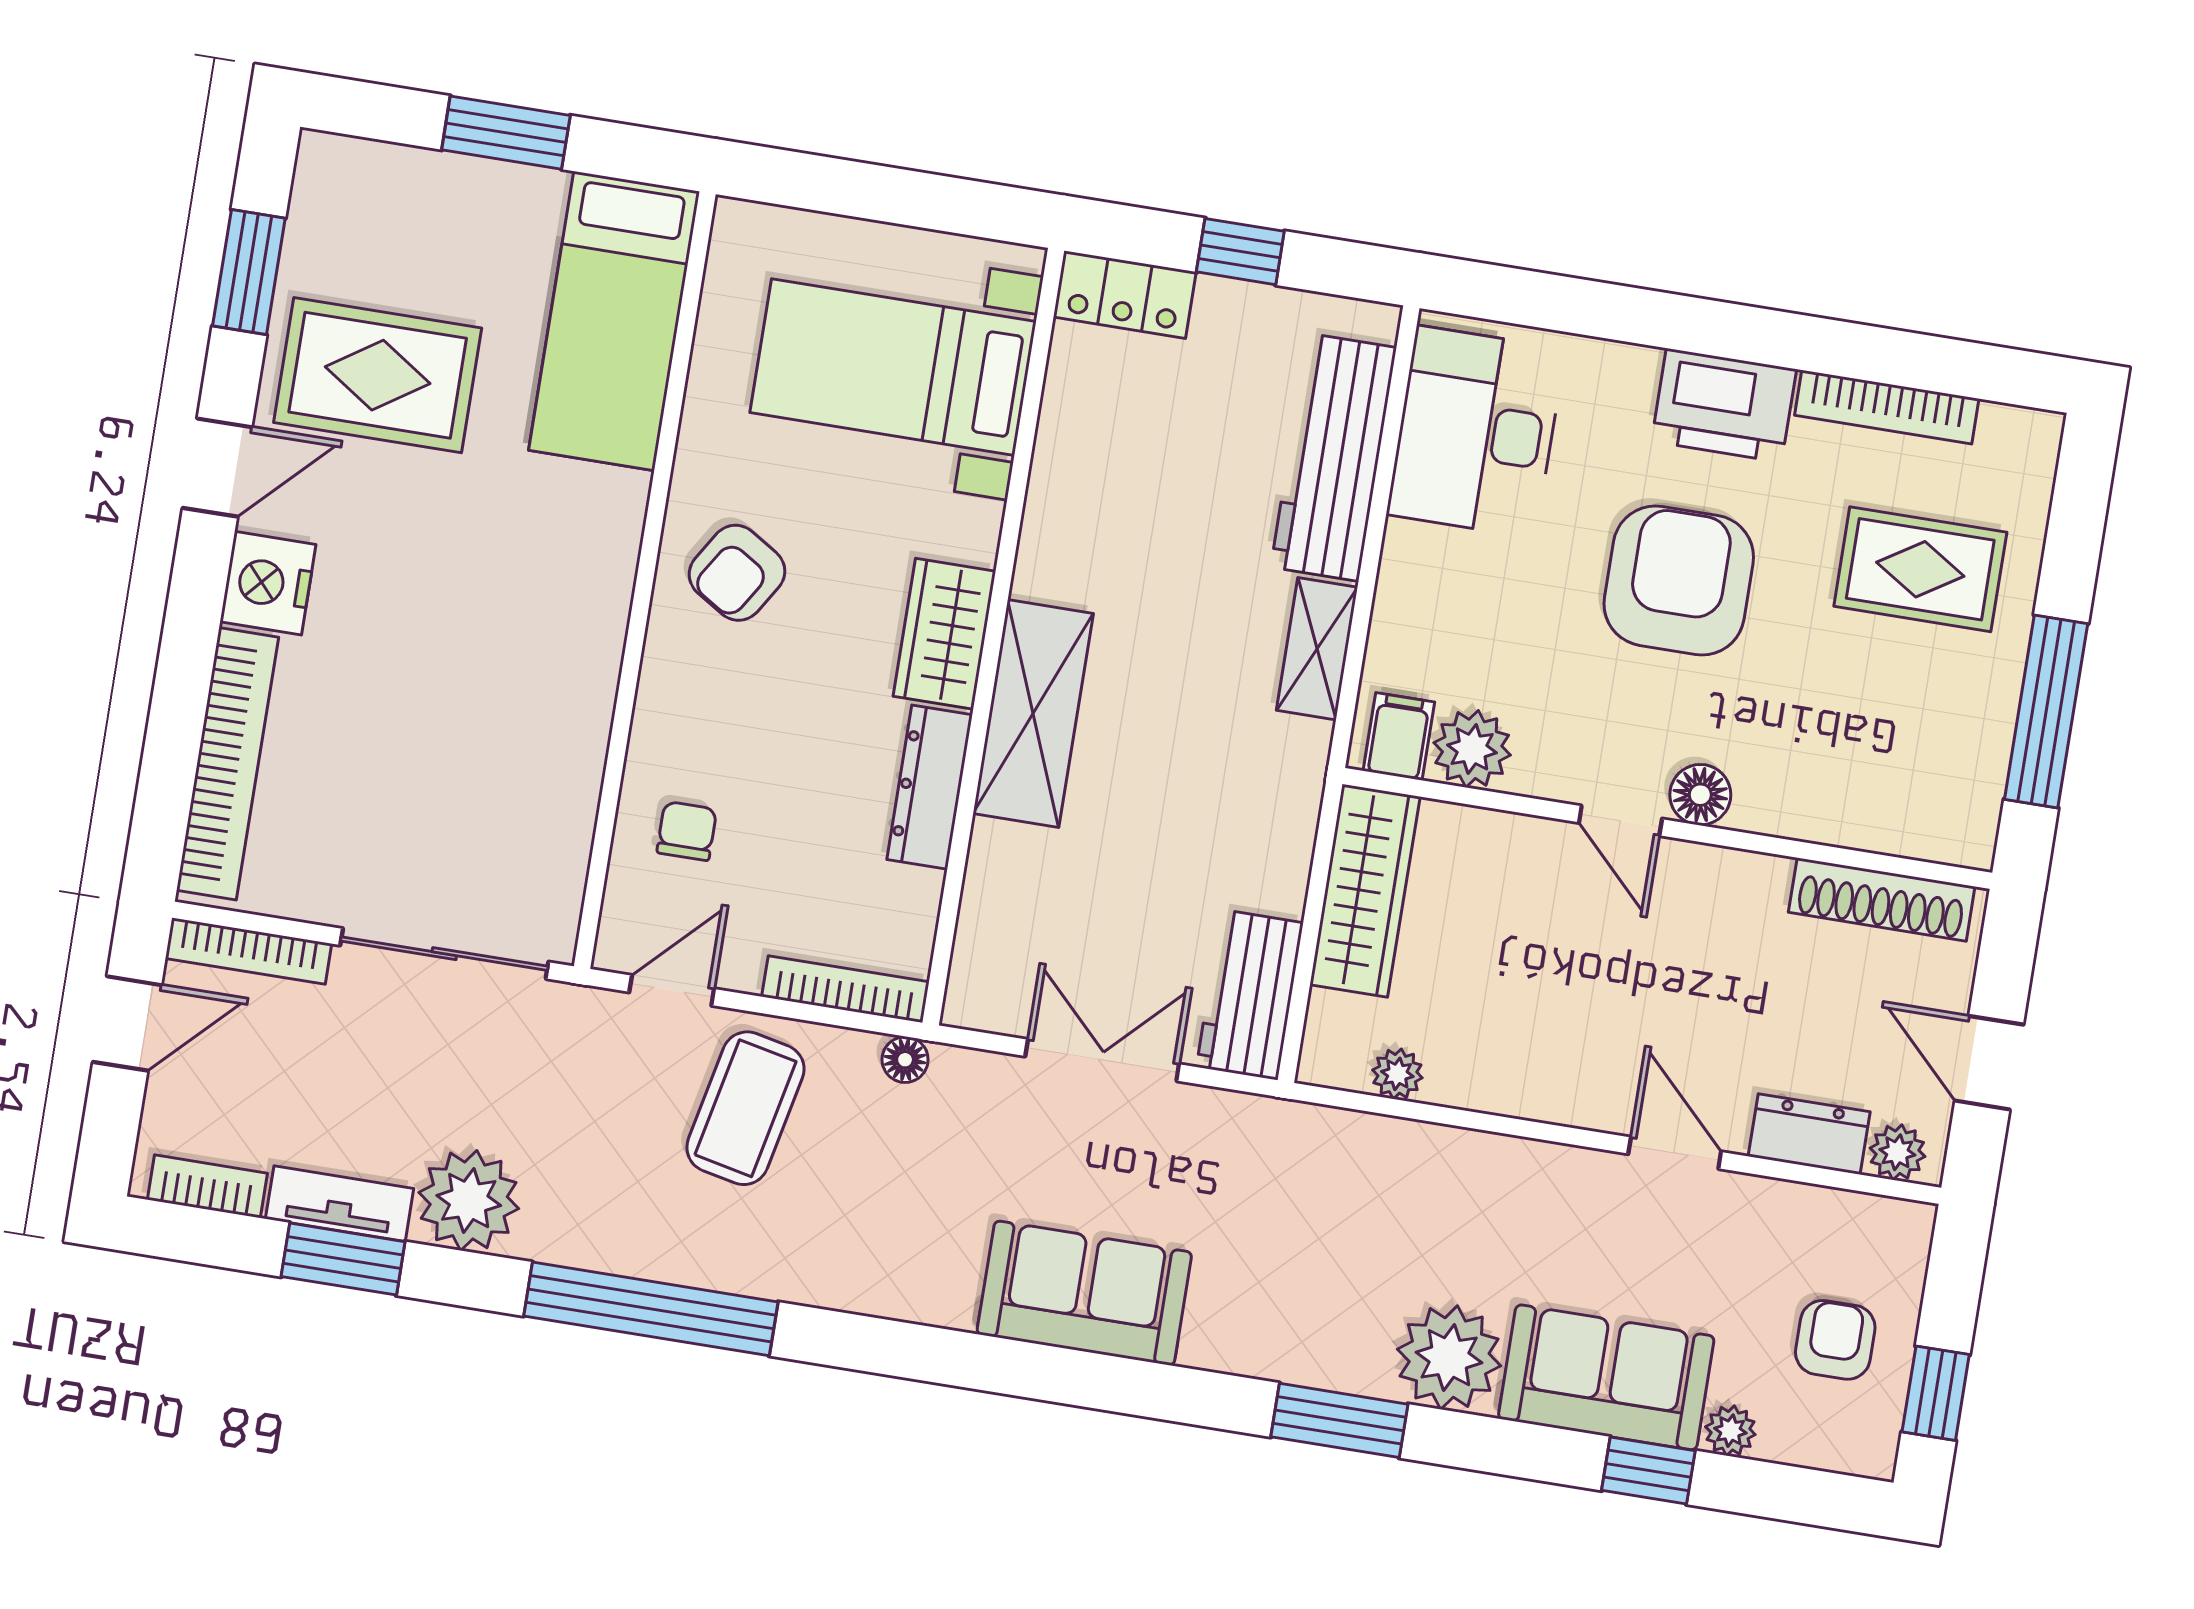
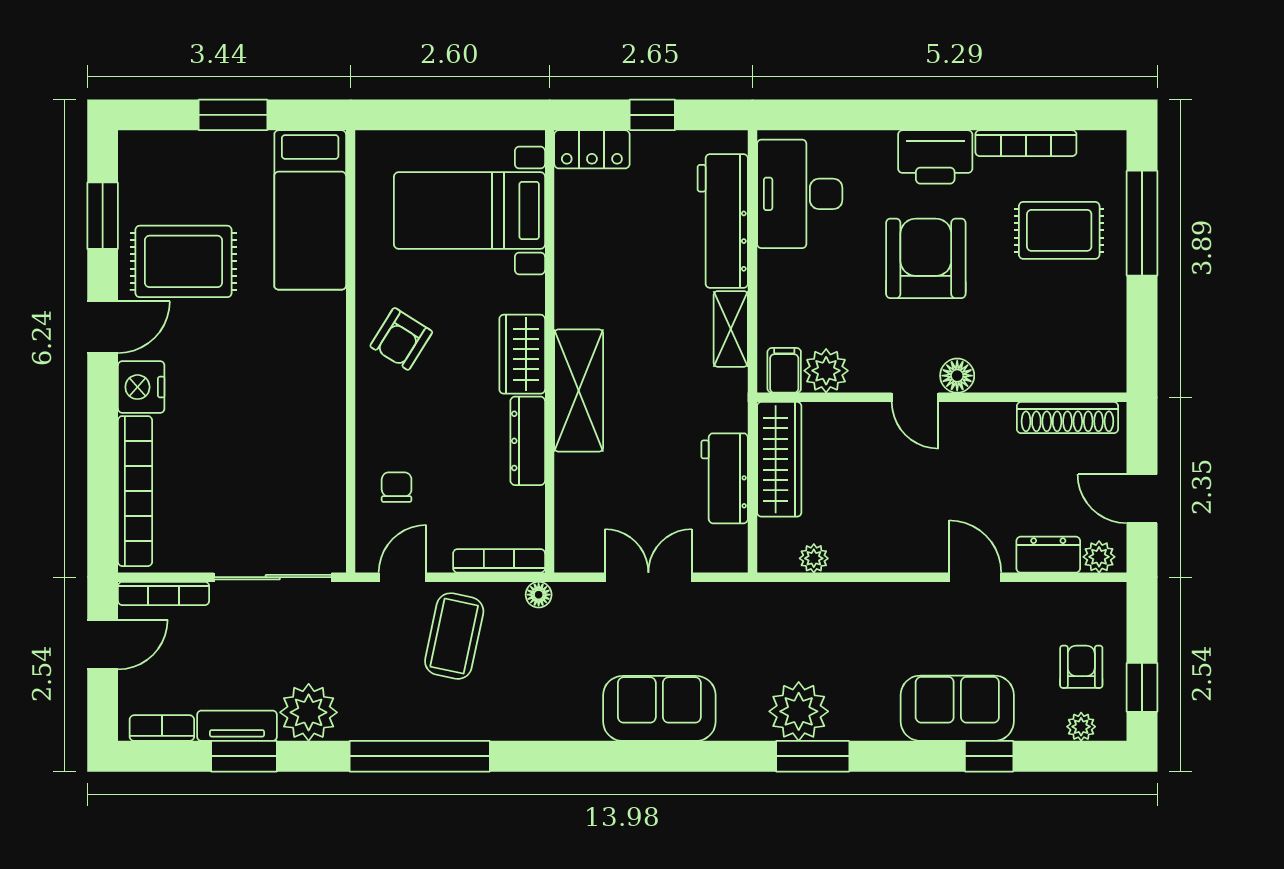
window: (2046, 712) -> (1142, 223), moved
workbench: (1250, 995) -> (725, 478), moved
plant: (1449, 1358) -> (799, 711), moved
plant: (1730, 1431) -> (1081, 727), moved

